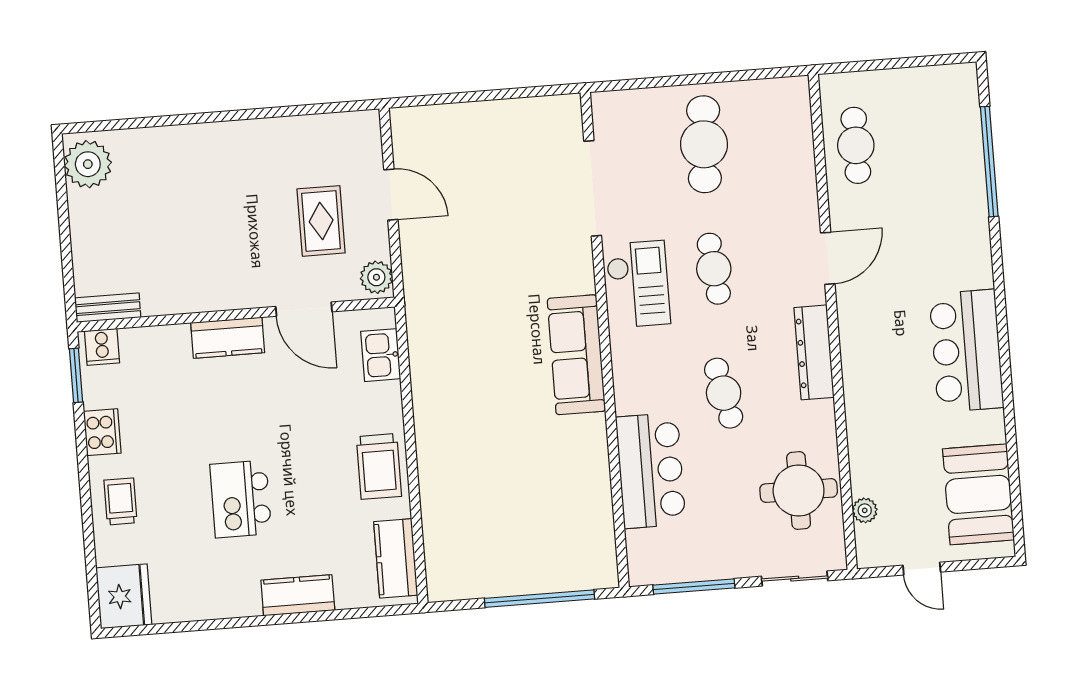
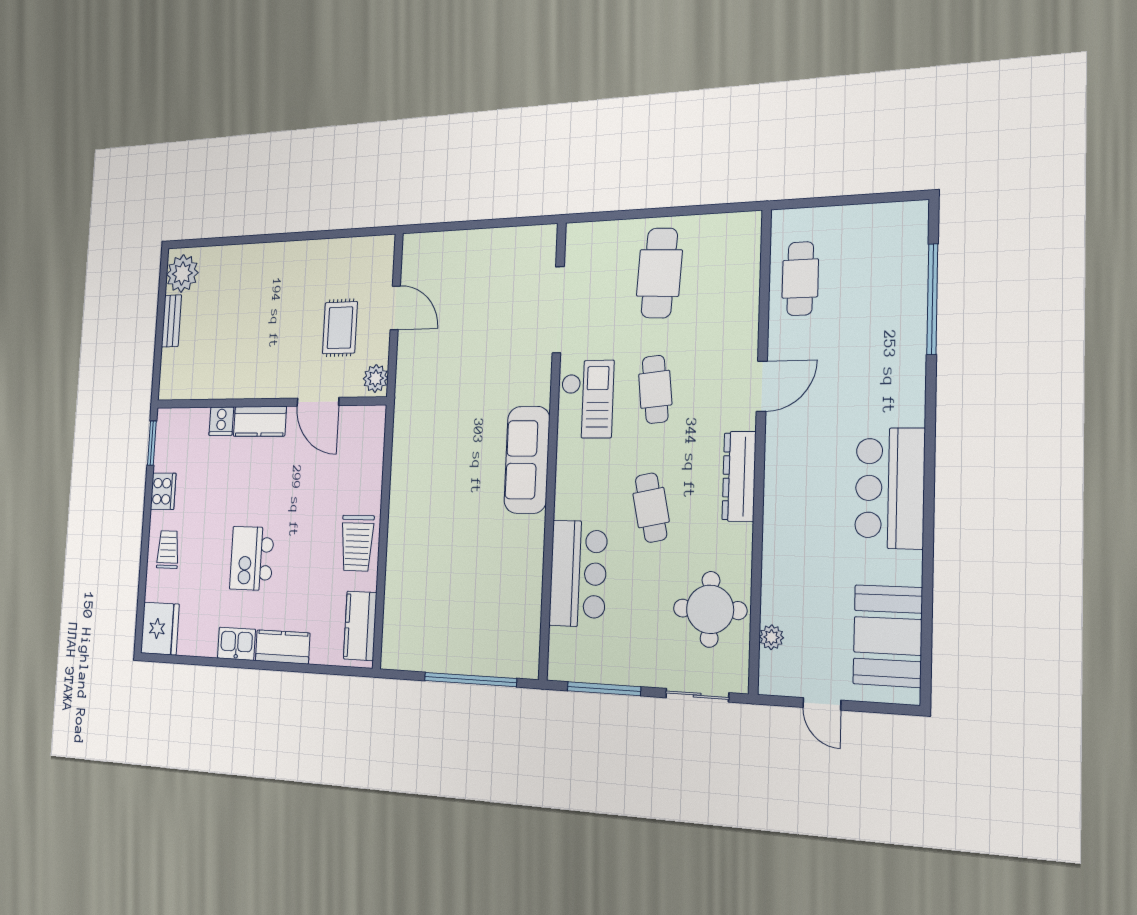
bench: (108, 308) -> (171, 321), moved, turned 90
cooker: (102, 347) -> (221, 421), moved
kitchen sink: (381, 355) -> (236, 644), moved, turned 90

